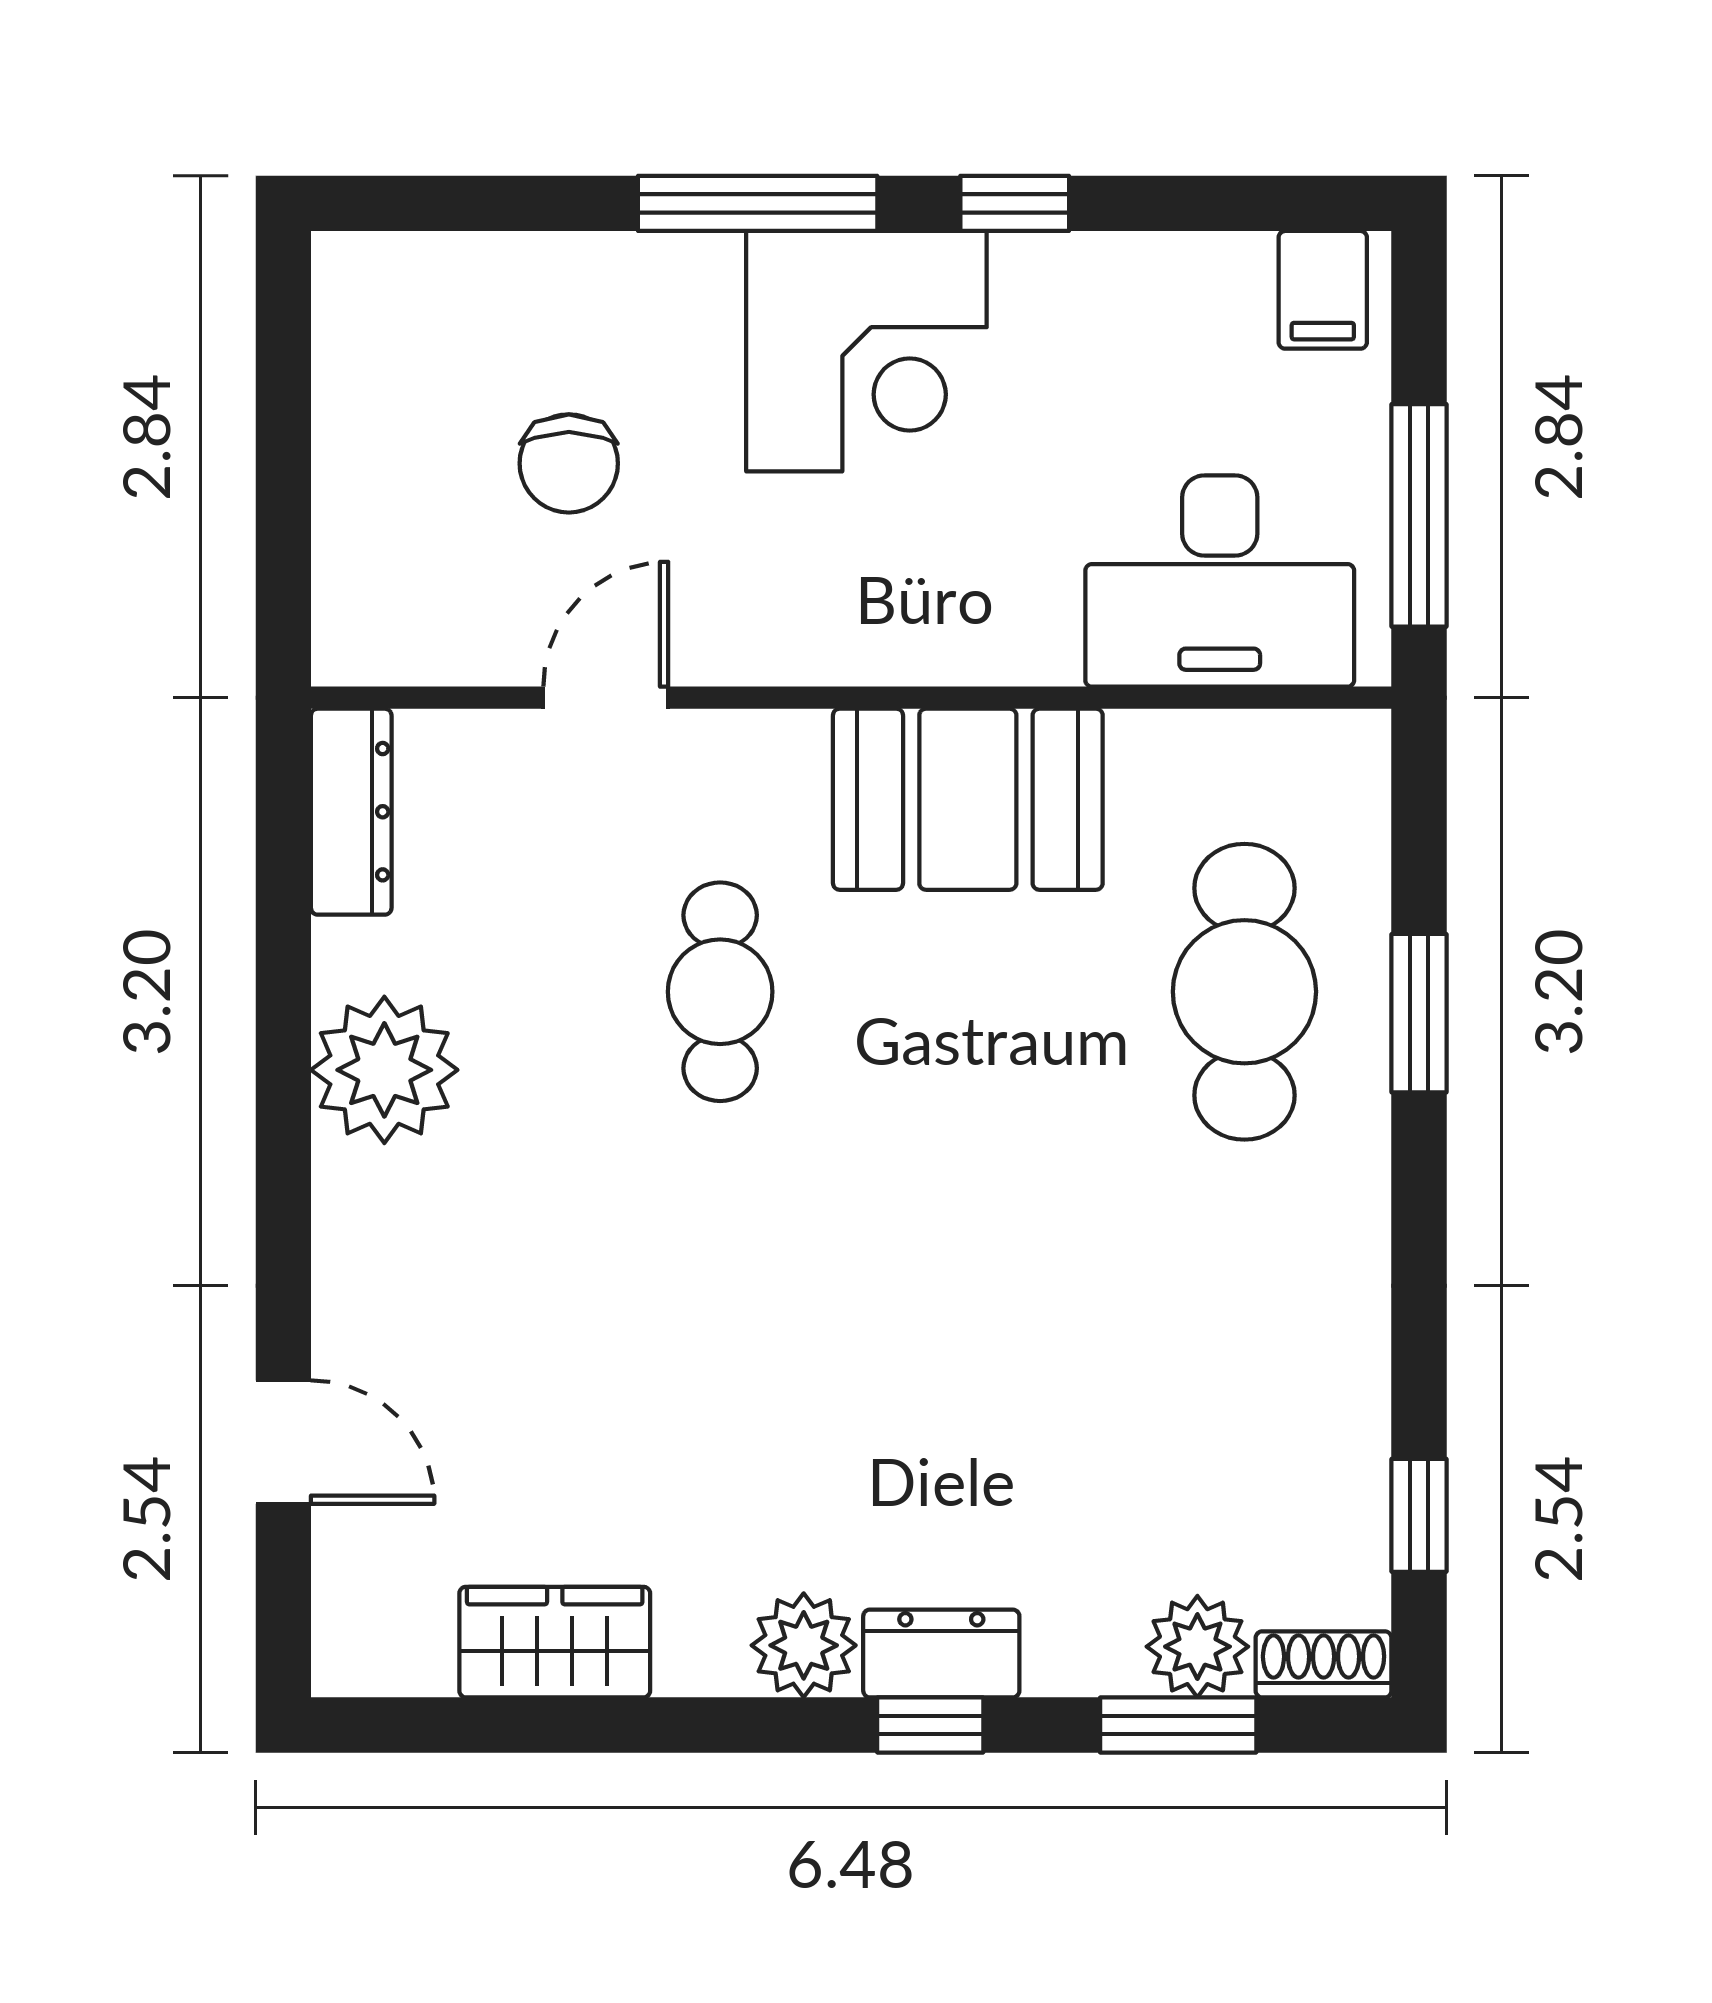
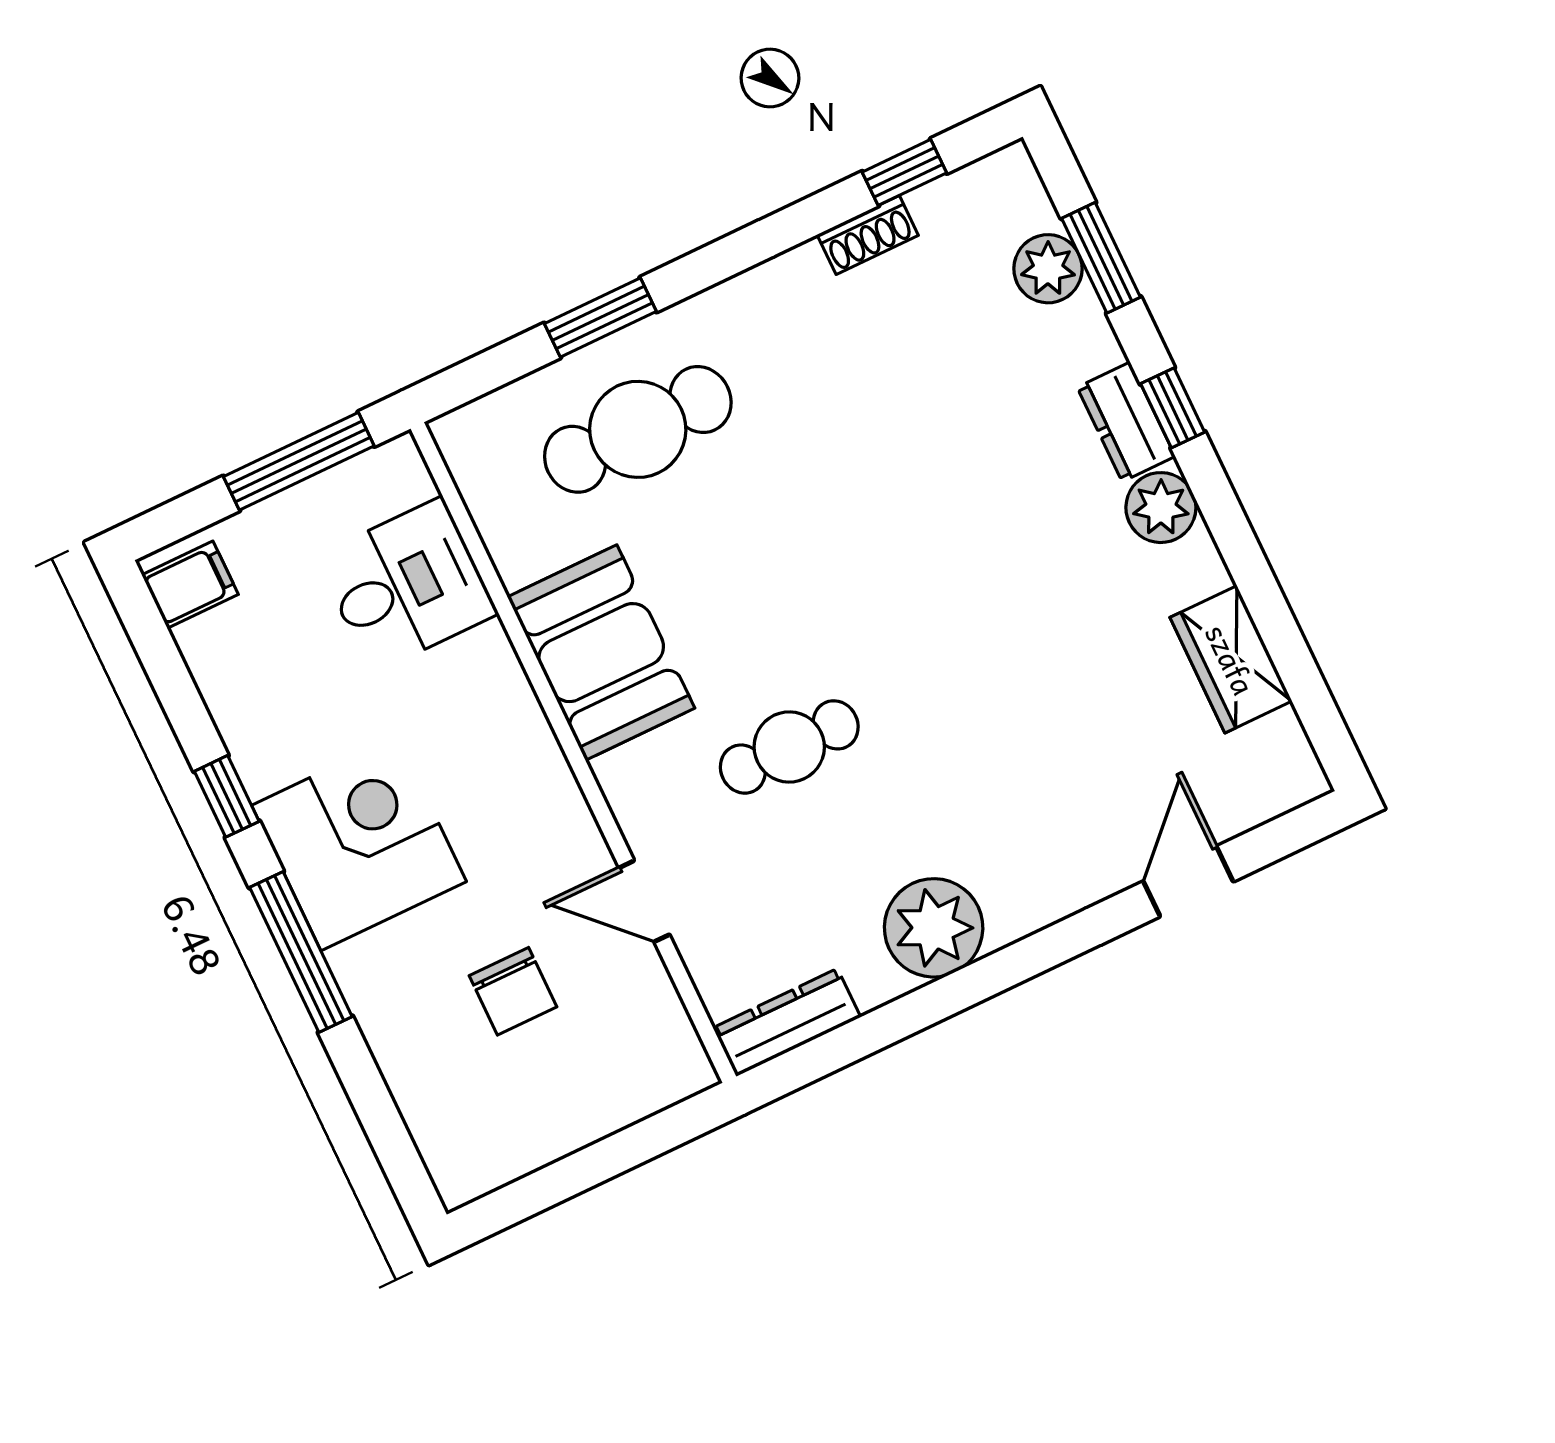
chair: (569, 463) -> (513, 991), turned 90
desk: (1220, 581) -> (407, 585), width x0.73
shoe rack: (1324, 1664) -> (868, 235), moved, turned -90

